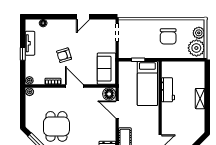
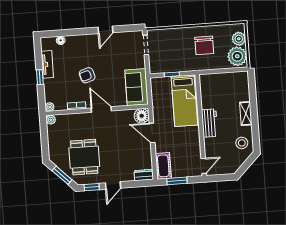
workbench: (168, 90) -> (210, 123), moved
stool: (195, 124) -> (242, 143), added

